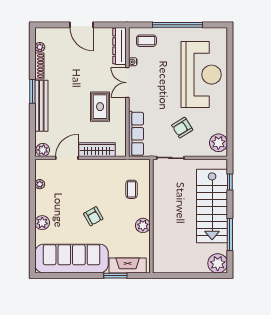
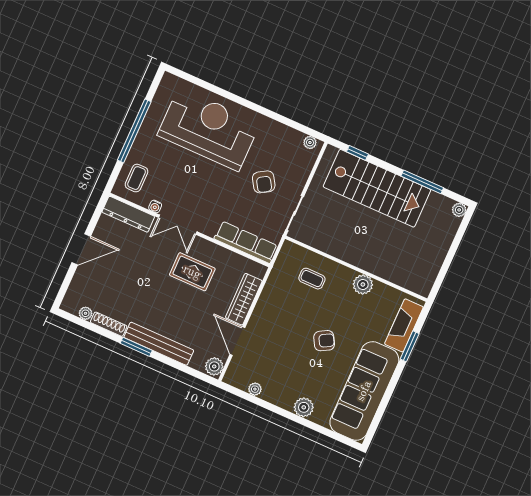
plant: (218, 143) -> (310, 142), width x0.53, depth x0.53
plant: (218, 263) -> (459, 210), width x0.53, depth x0.53

